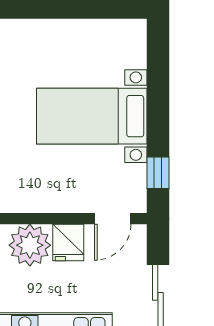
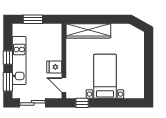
plant: (30, 245) -> (53, 51), removed

